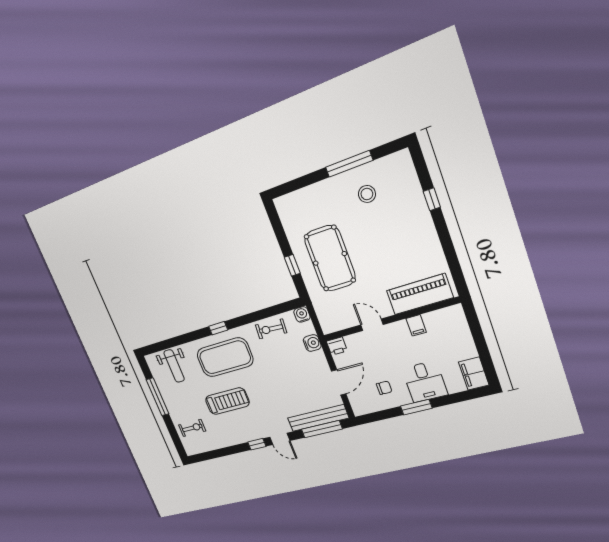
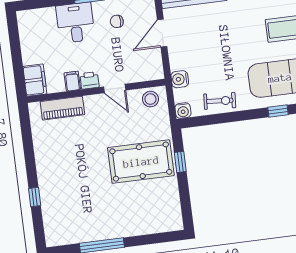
stool: (367, 194) -> (150, 99), moved
pool table: (330, 258) -> (141, 162), turned 90
piano: (420, 294) -> (62, 108), width x0.73, depth x0.75
printer: (337, 346) -> (89, 80), moved
filing cabinet: (474, 373) -> (35, 80), moved

